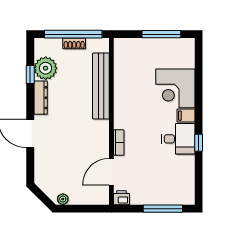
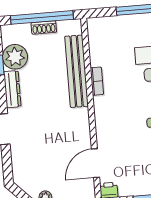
bookcase: (119, 142) -> (97, 81), moved

